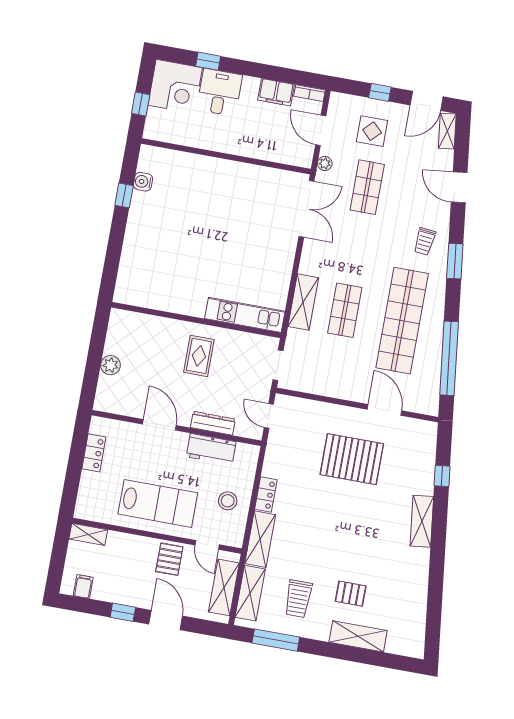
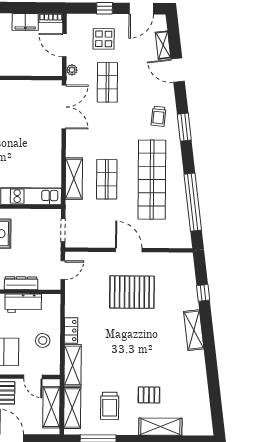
shelving: (447, 131) -> (163, 45), moved
door: (384, 410) -> (129, 250), moved
door: (269, 416) -> (63, 270), swing flipped

